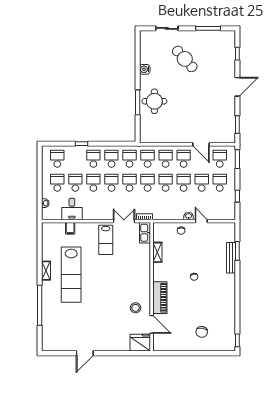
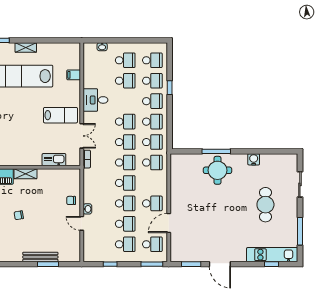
kitchen unit: (229, 53) -> (272, 255), added
cafe table: (185, 59) -> (265, 205), turned -48
door: (237, 87) -> (220, 264), moved
school desk: (166, 159) -> (152, 183), removed
school desk: (93, 183) -> (152, 81), moved
desk: (72, 209) -> (95, 100), moved
door: (201, 221) -> (82, 223), swing flipped
kitchen sink: (145, 233) -> (54, 160), moved
lab bench: (106, 240) -> (60, 115), turned 180
shelving: (157, 252) -> (25, 174), moved

